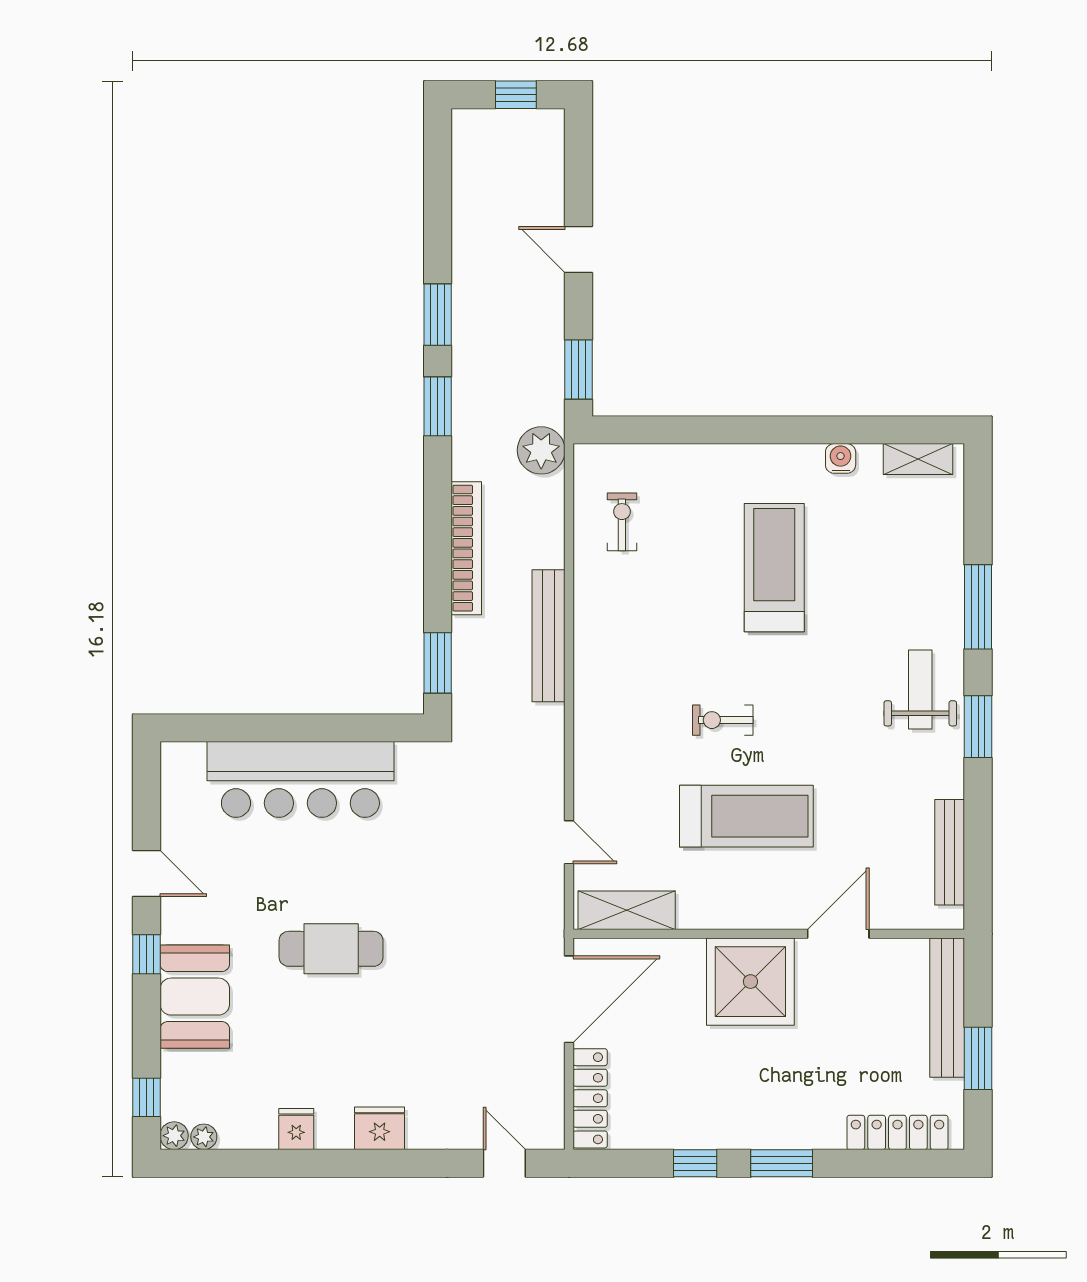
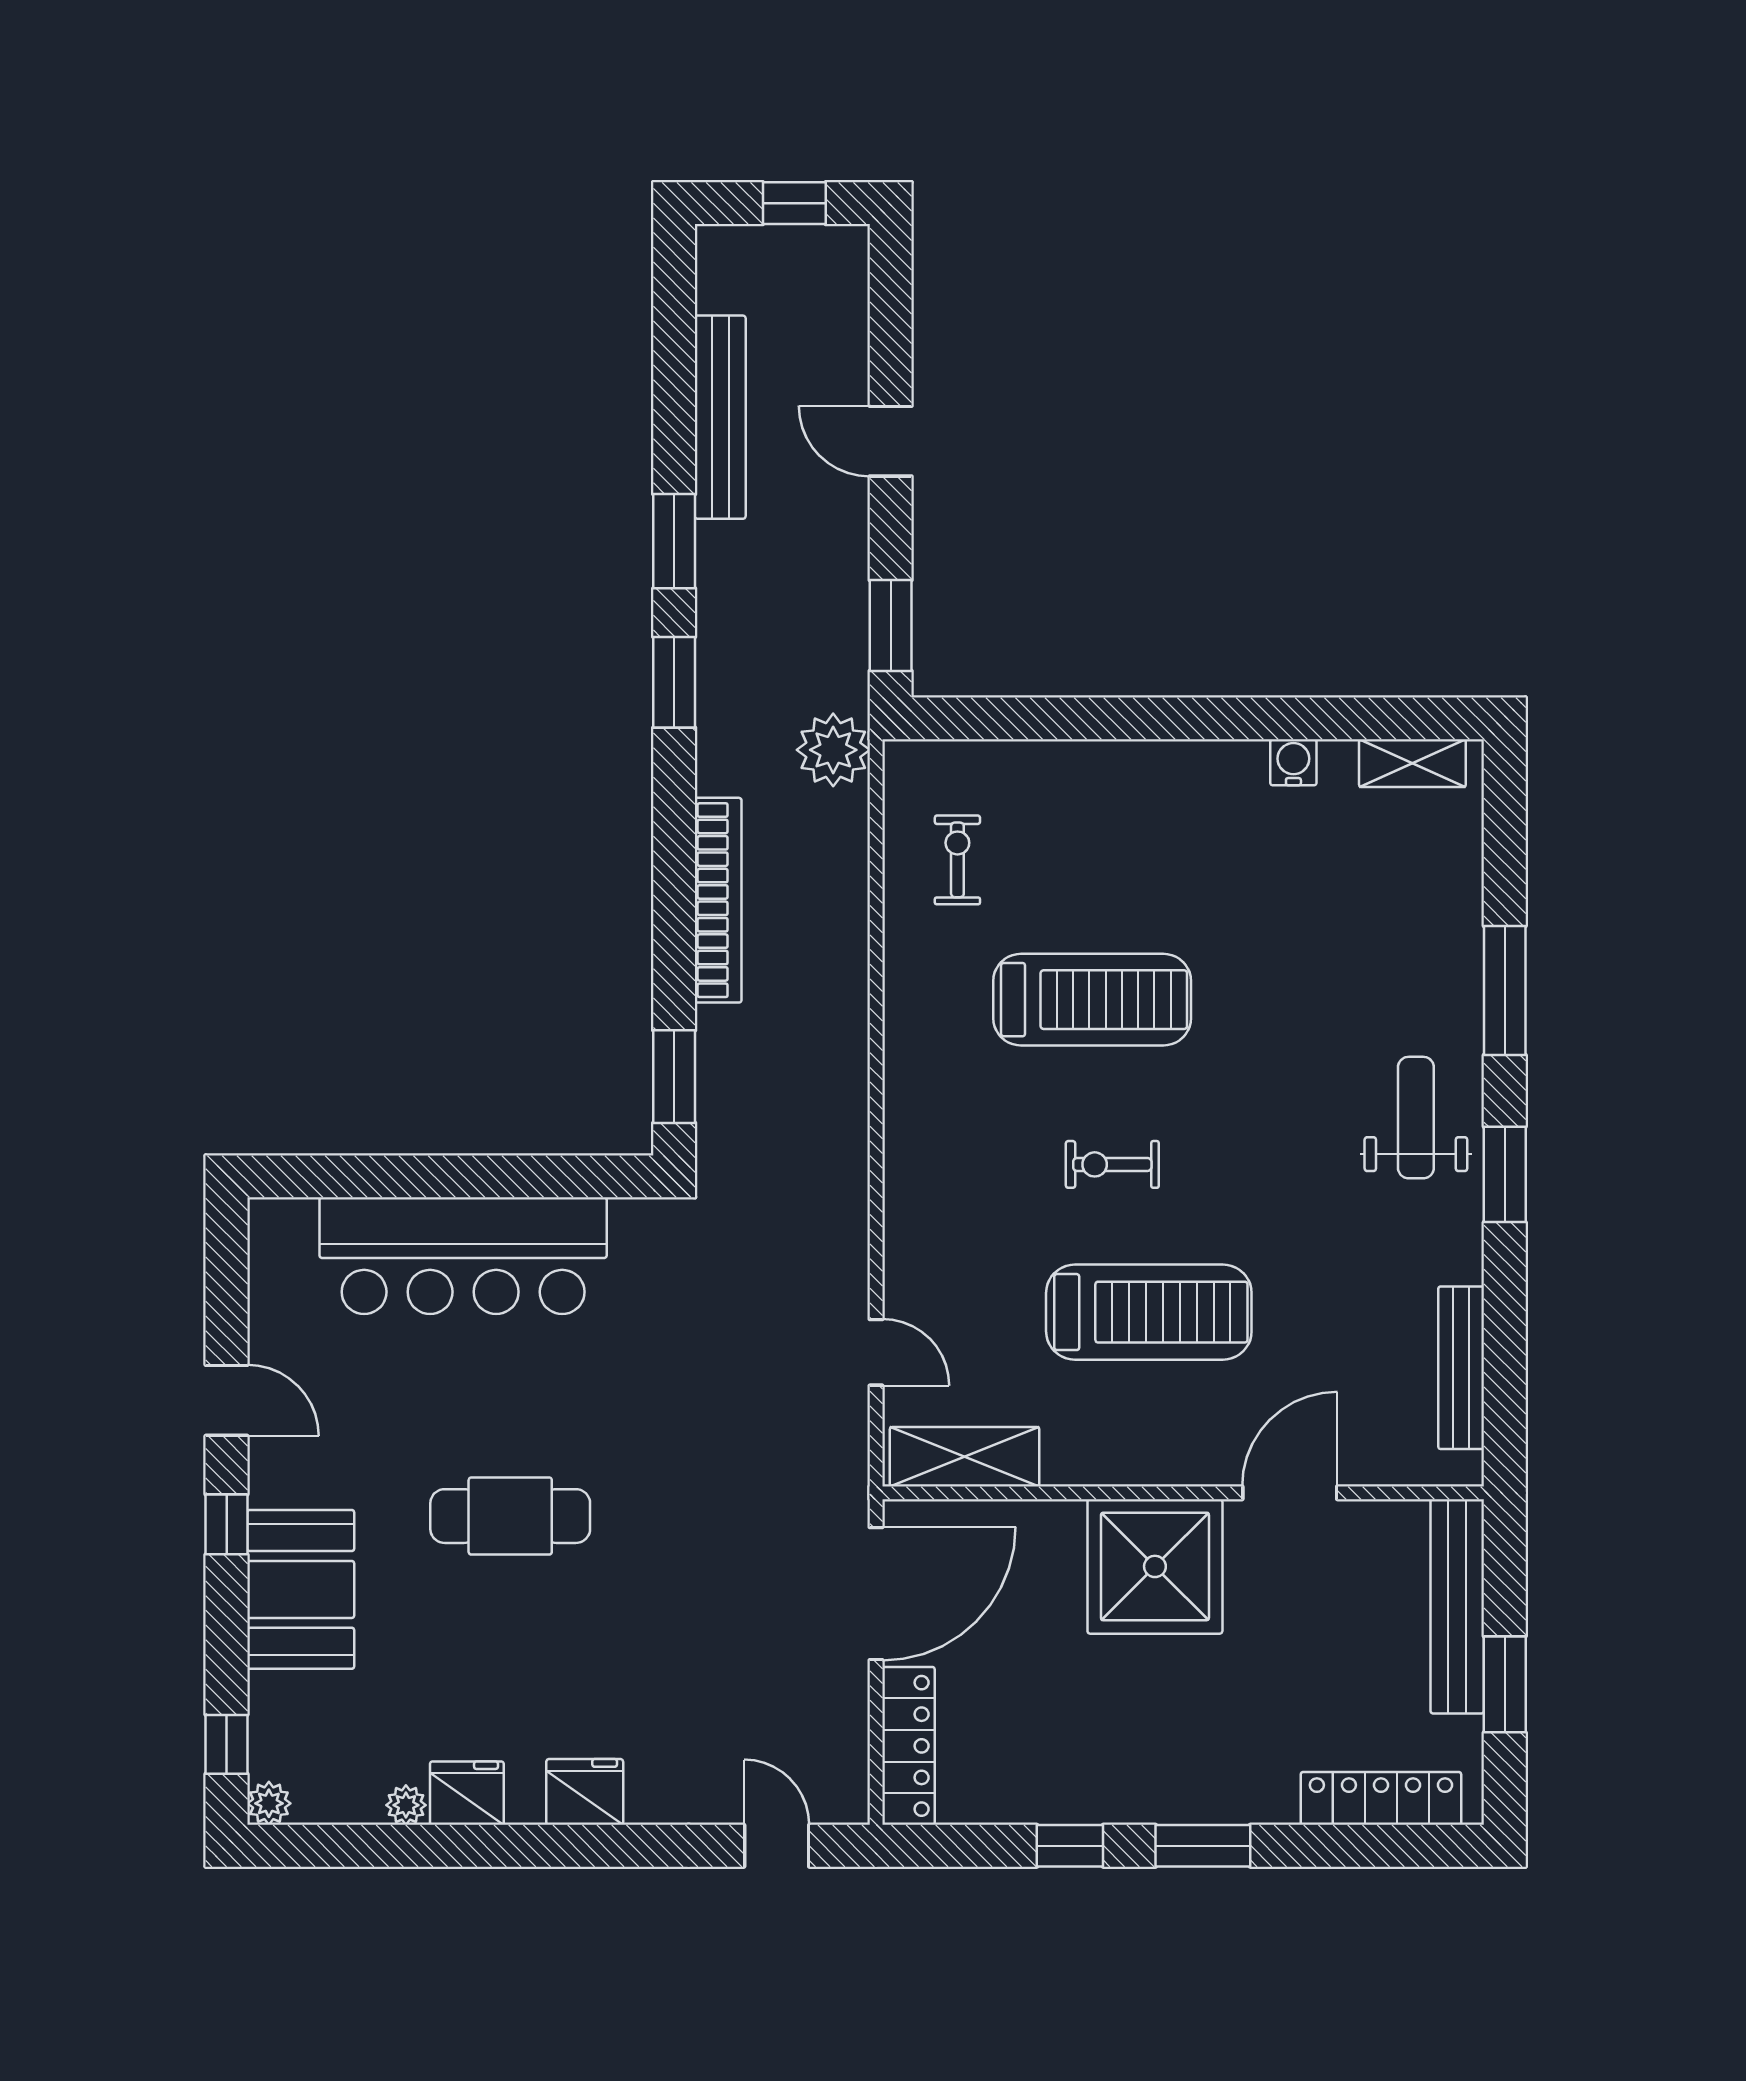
treadmill: (774, 568) -> (1092, 1000), moved, turned 90
bench: (549, 636) -> (720, 417), moved
fridge: (296, 1129) -> (467, 1793), width x1.38
plant: (204, 1137) -> (406, 1805), moved

